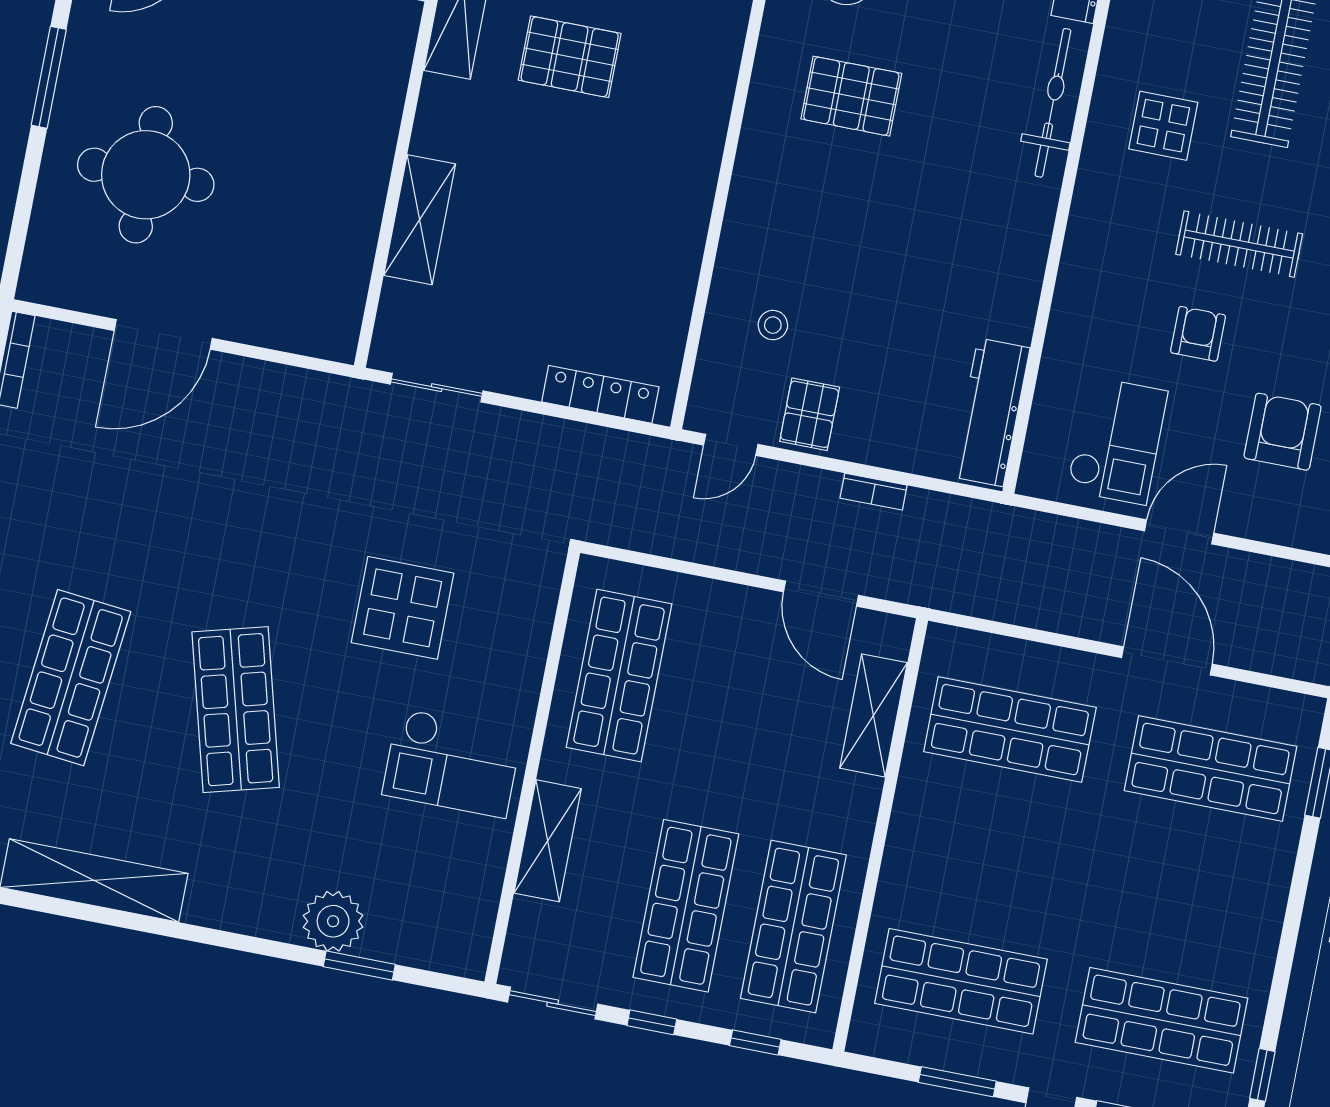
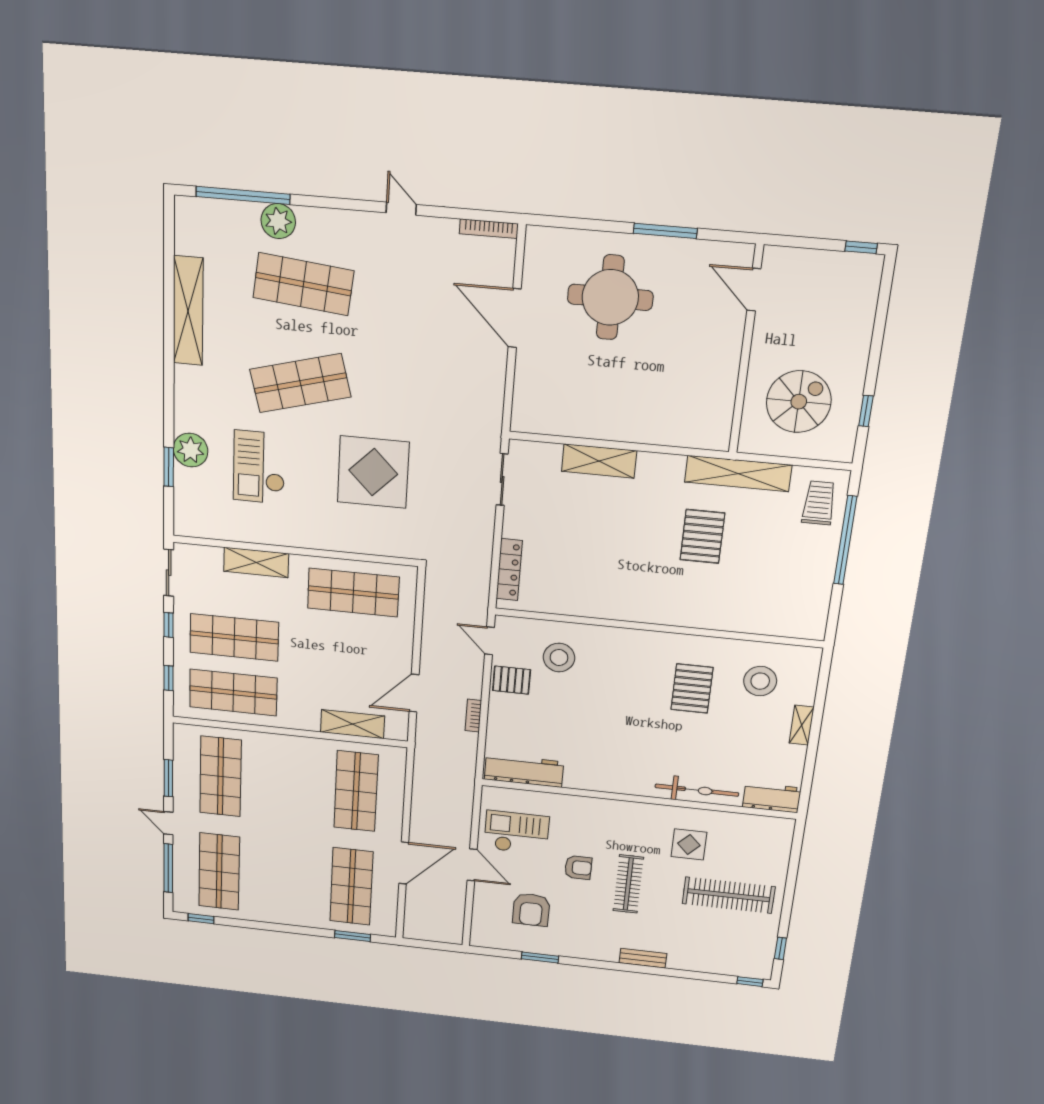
stool: (773, 325) -> (559, 658), width x1.89, depth x1.89
armchair: (1283, 432) -> (531, 910), turned 90
checkout: (1117, 441) -> (517, 833), turned 180
display table: (403, 608) -> (373, 472), width x1.36, depth x1.36
checkout: (452, 763) -> (259, 467), moved

